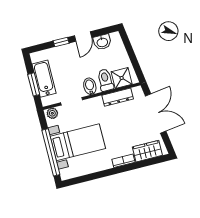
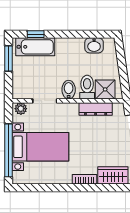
door: (83, 36) -> (75, 34), removed
window: (61, 42) -> (36, 34), moved
bathtub: (44, 79) -> (35, 47), moved, turned 90
window: (34, 84) -> (8, 59), moved

